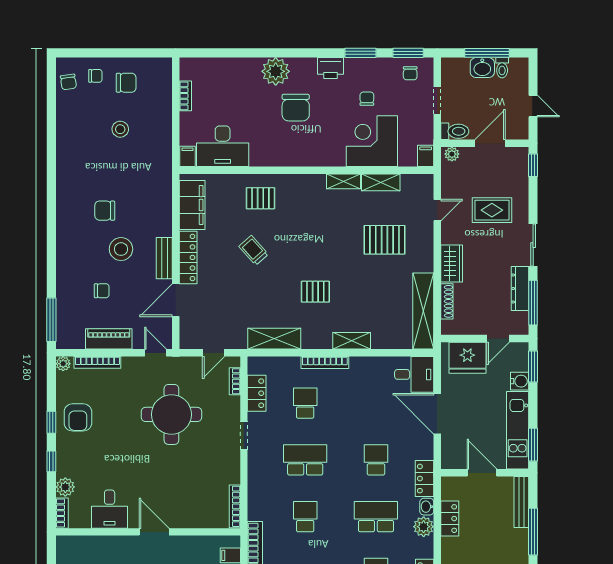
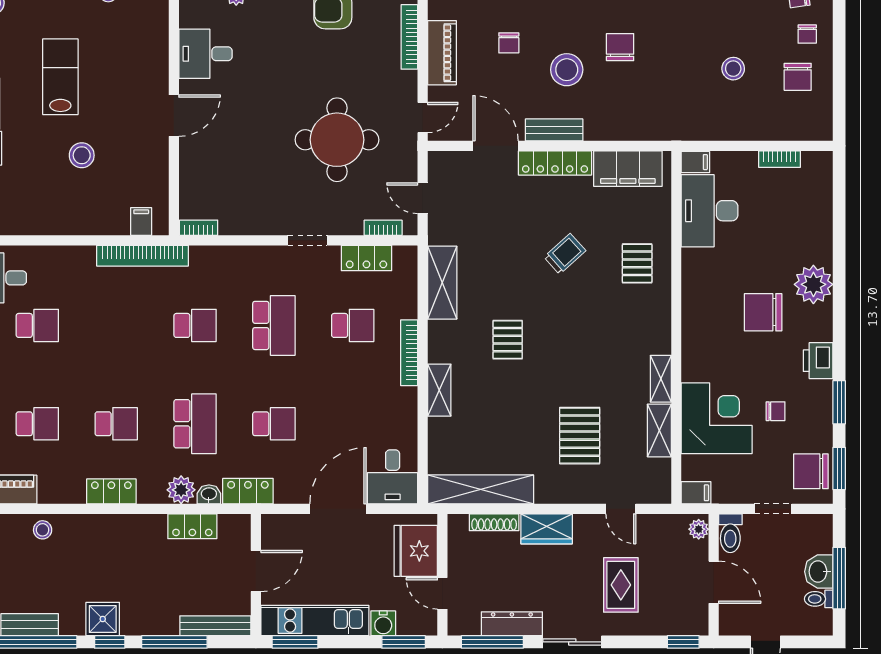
chair: (410, 73) -> (811, 471), width x1.87, depth x1.87
bookcase: (235, 506) -> (199, 228), width x0.64

